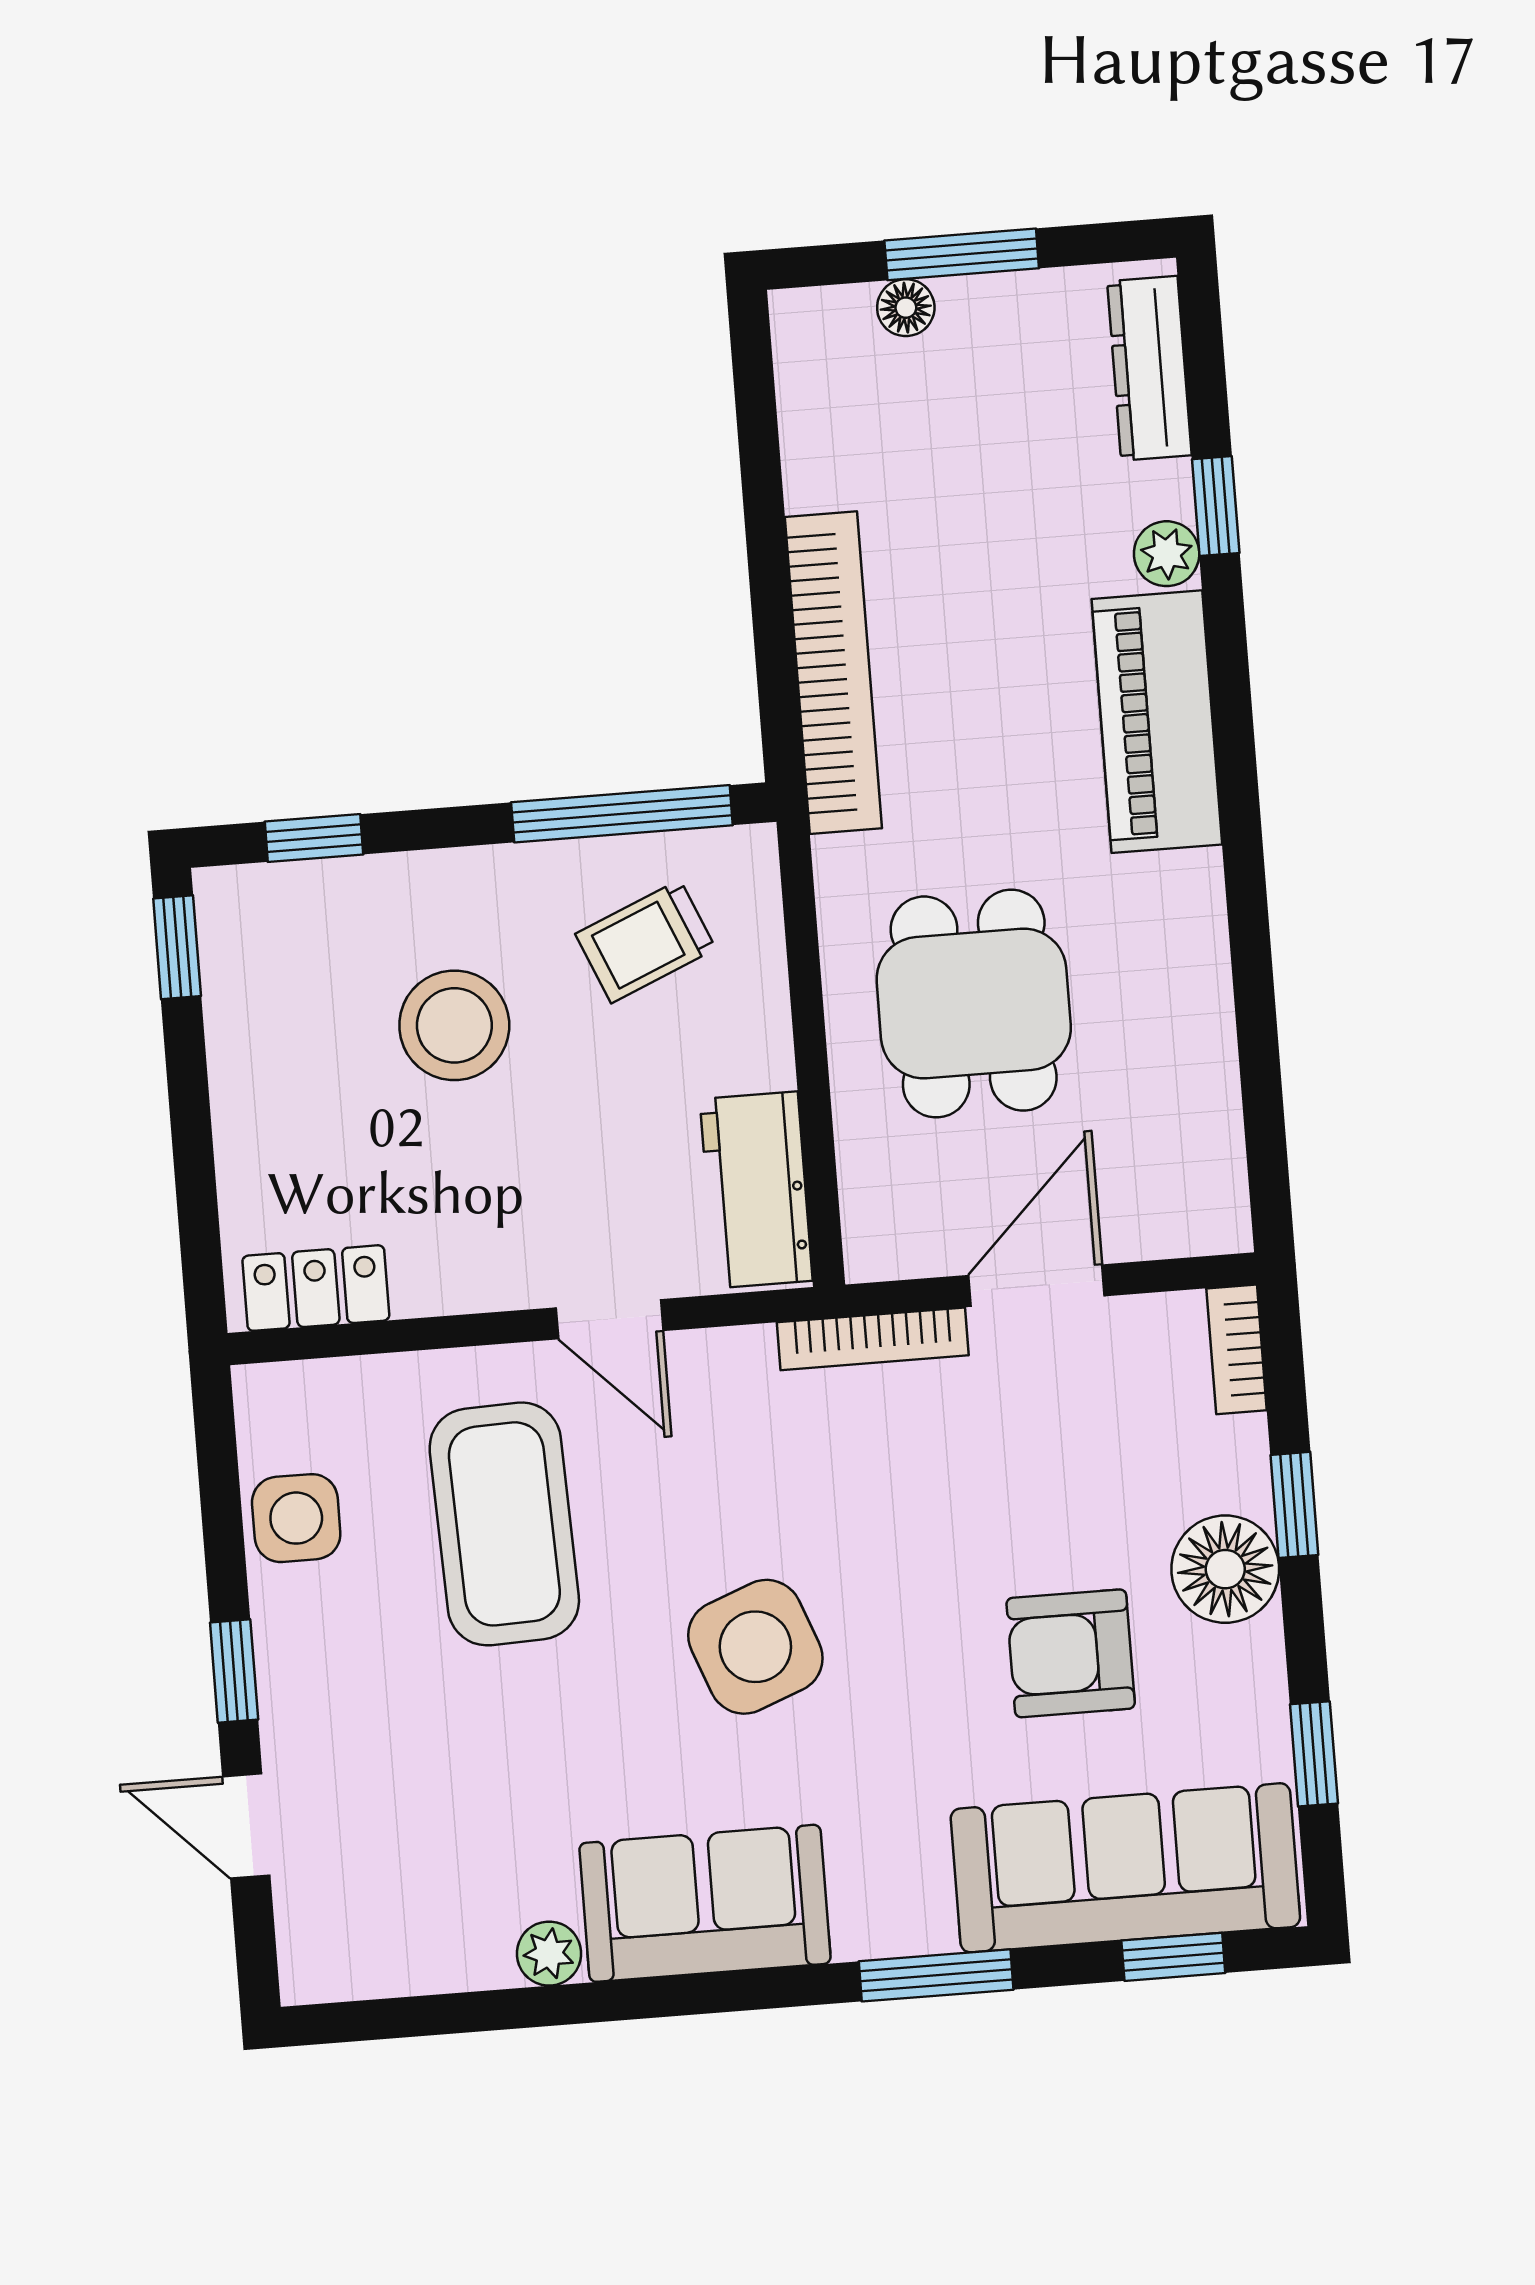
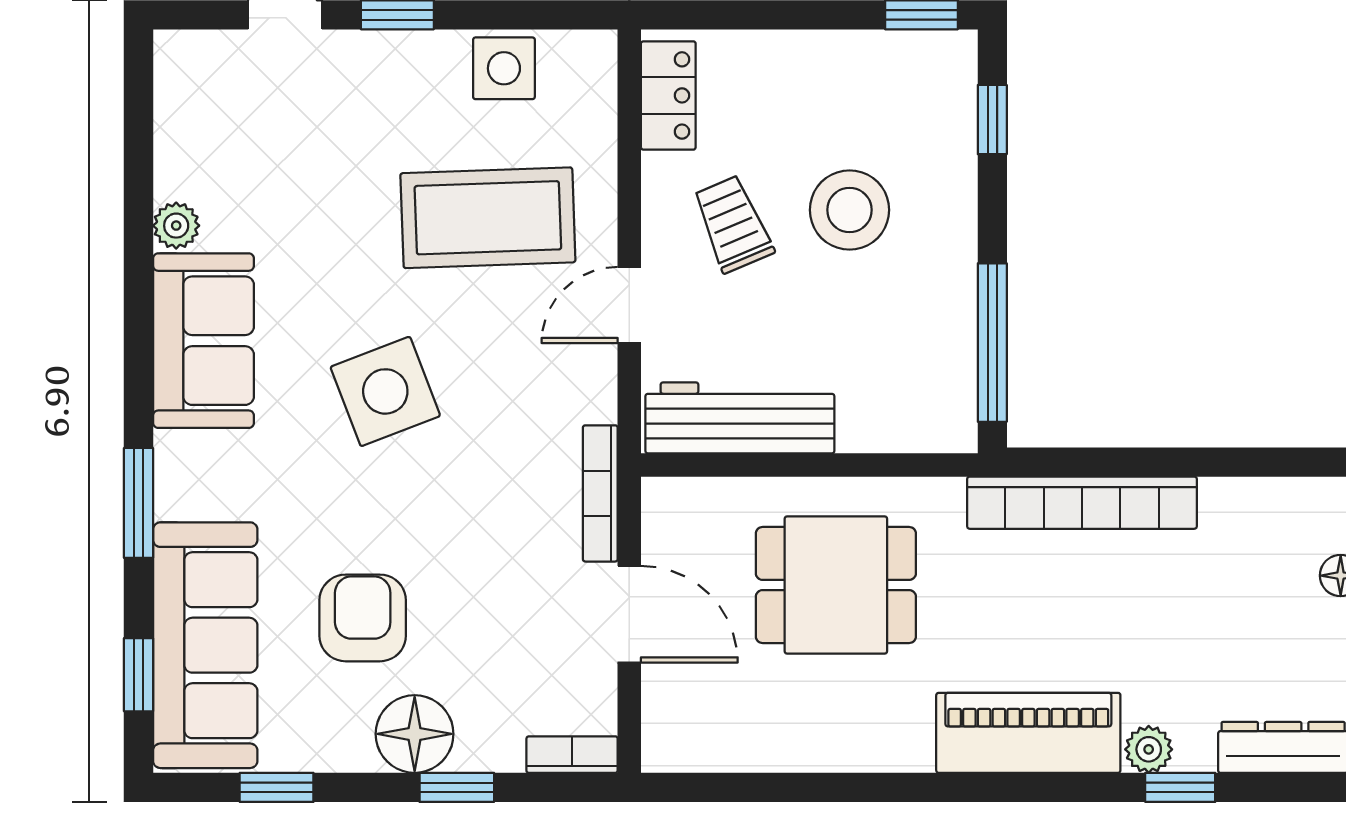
trolley: (646, 941) -> (733, 224), moved
workbench: (756, 1190) -> (740, 418), width x1.38

